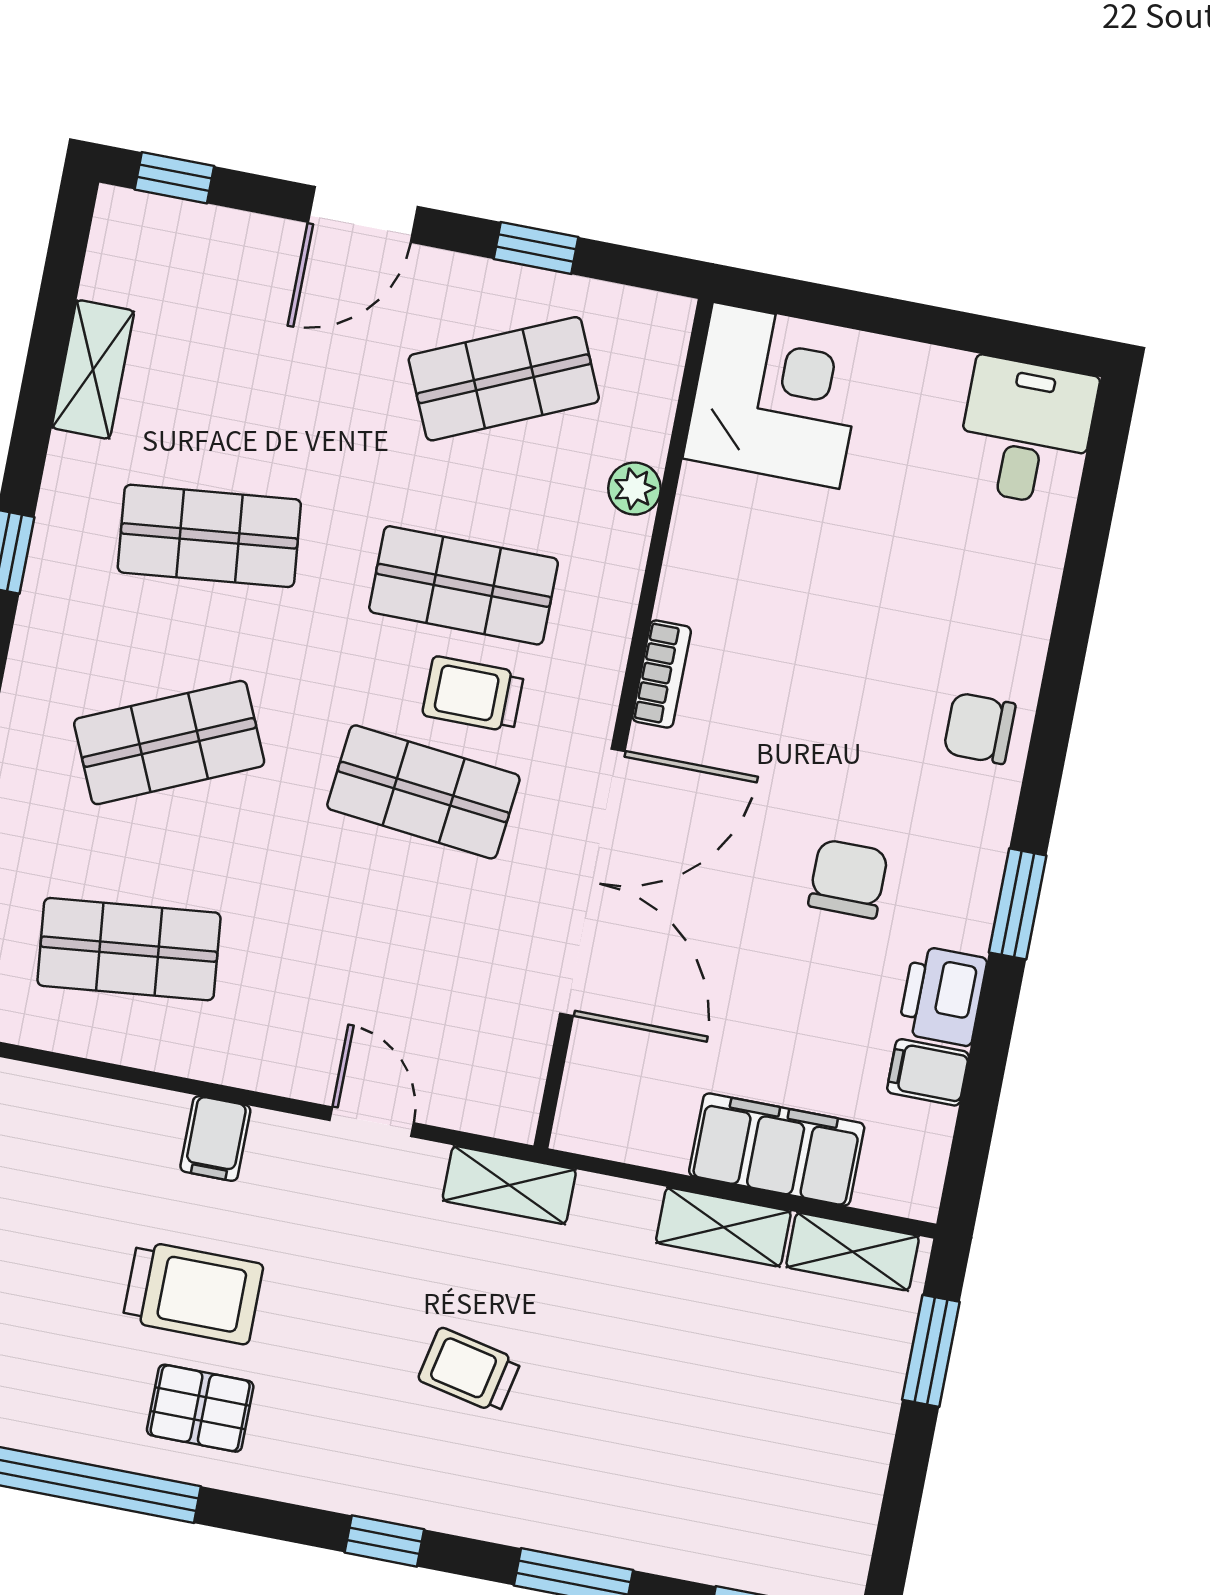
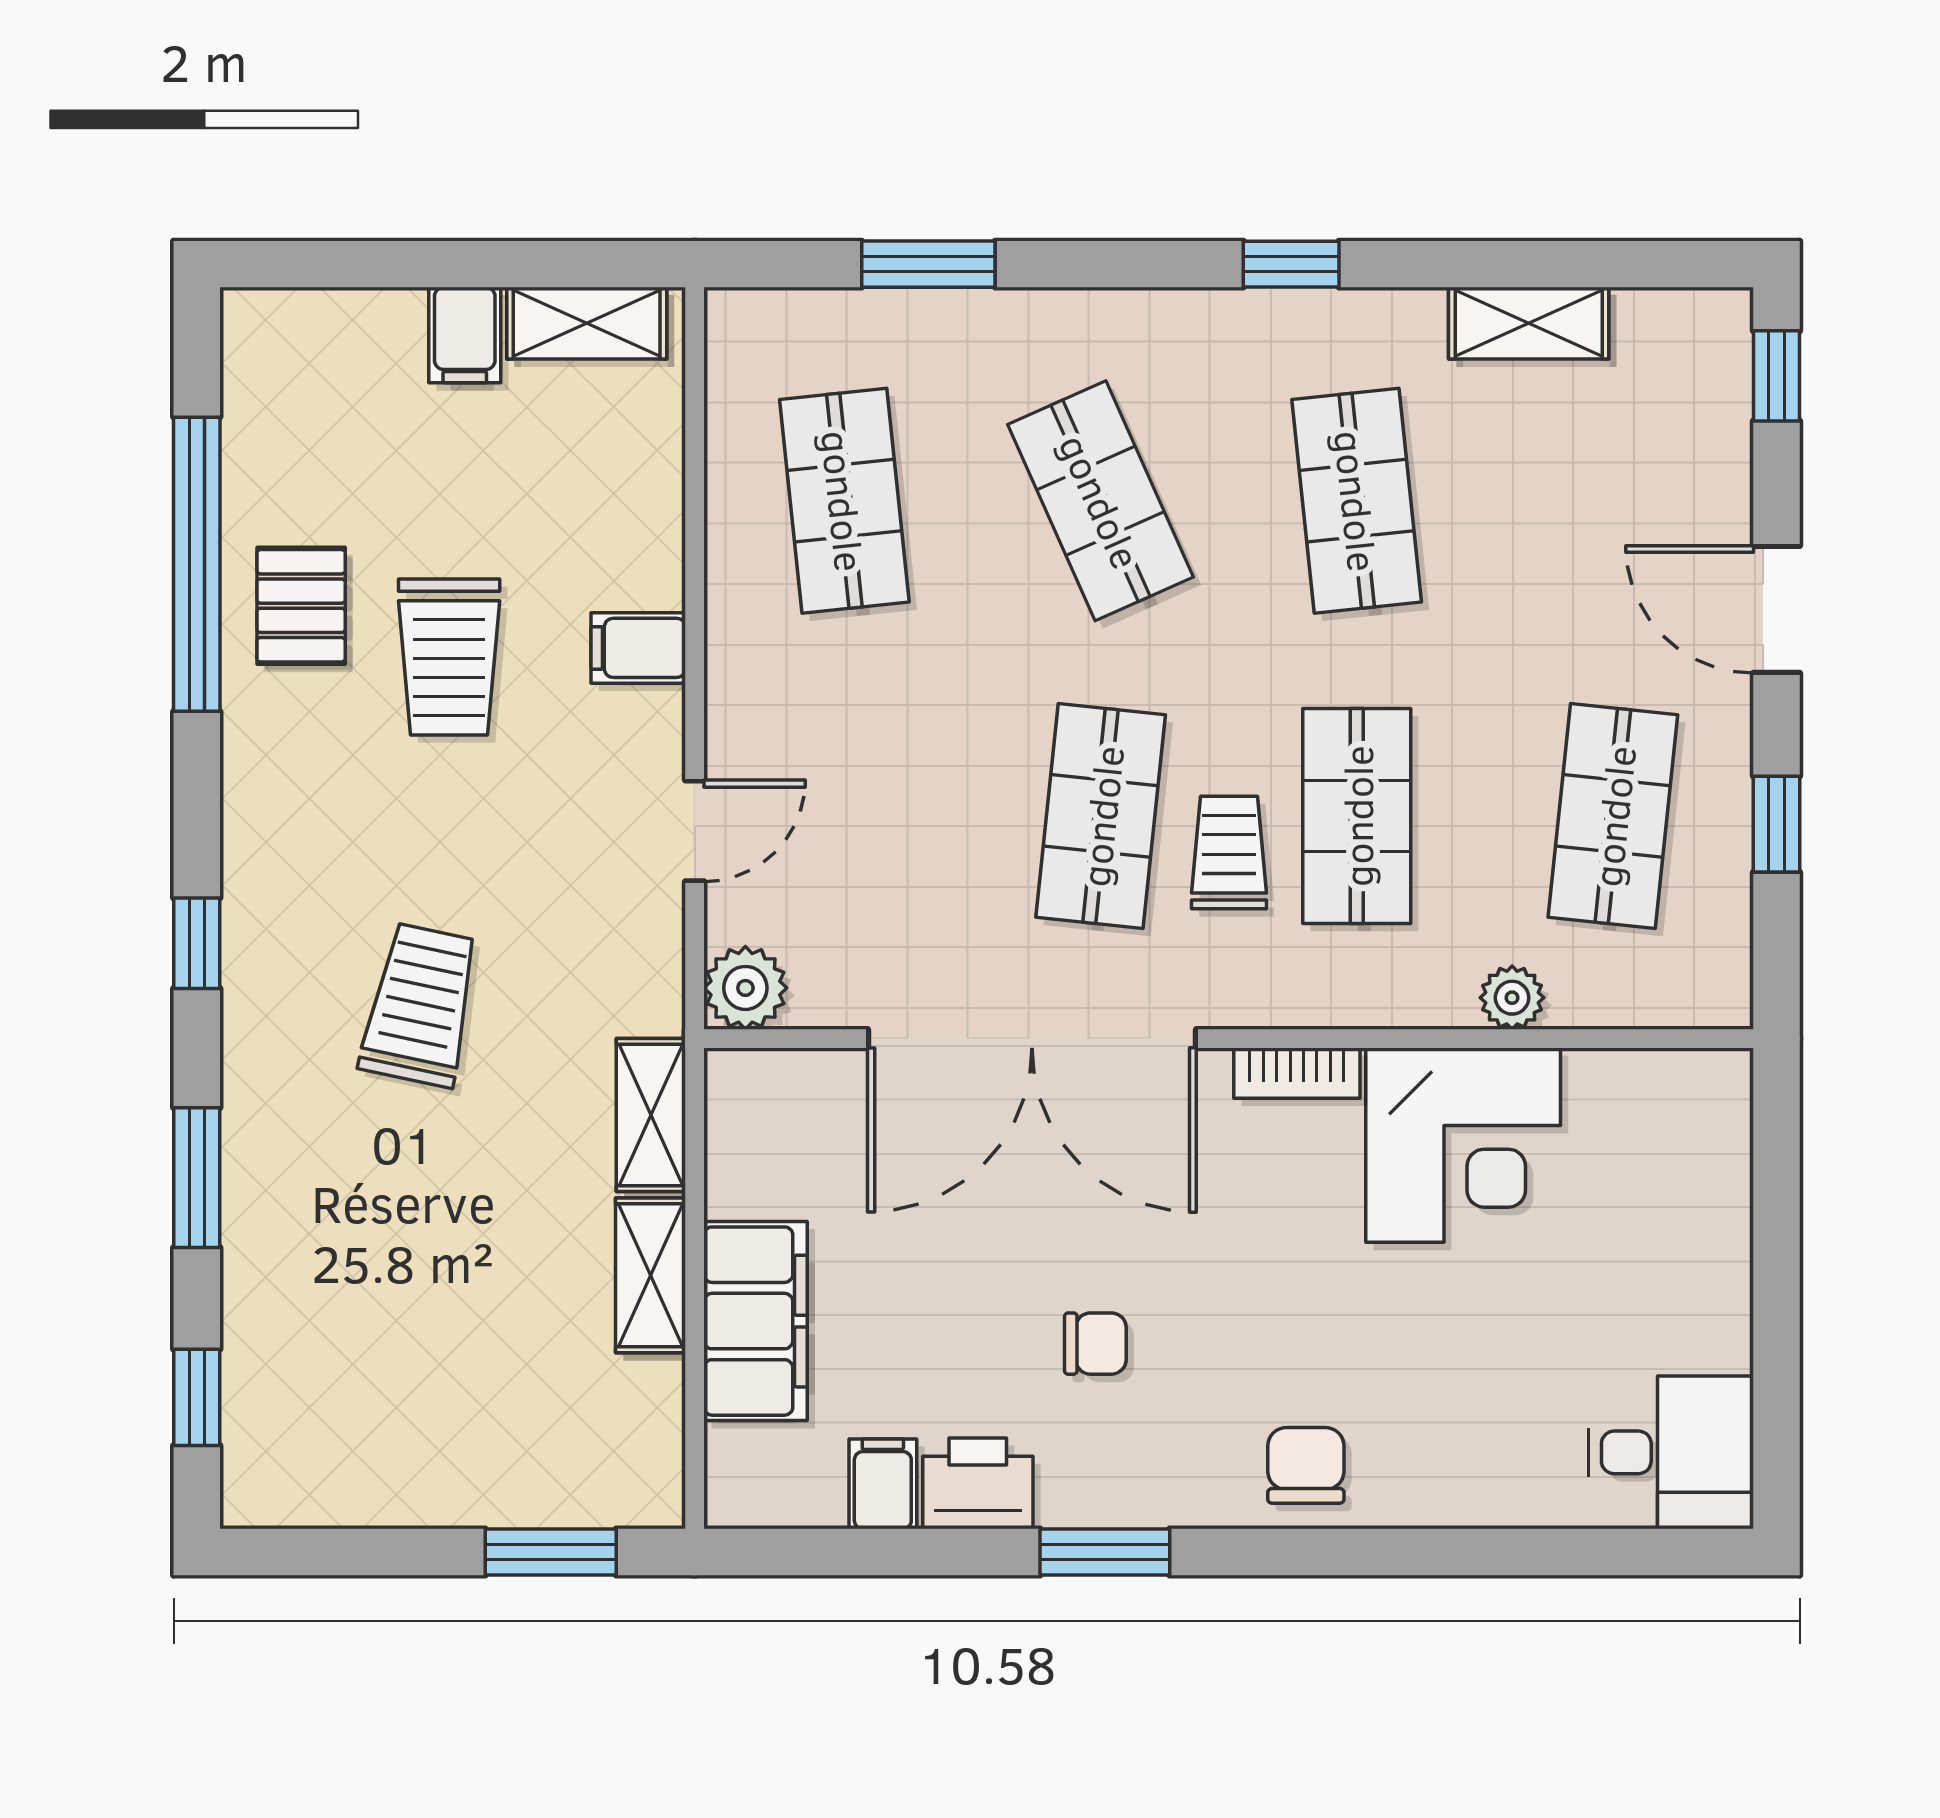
shop shelf: (504, 379) -> (1613, 816), turned 30
corner desk: (776, 395) -> (1463, 1145), moved
chair: (848, 879) -> (1095, 1344), width x0.73, depth x0.73
plant: (506, 1105) -> (745, 988), added
shelving: (509, 1185) -> (651, 1115), moved
shelving: (853, 1252) -> (651, 1435), removed
trolley: (469, 1370) -> (420, 1005), width x1.36, depth x1.39
pallet: (200, 1408) -> (301, 606), moved

